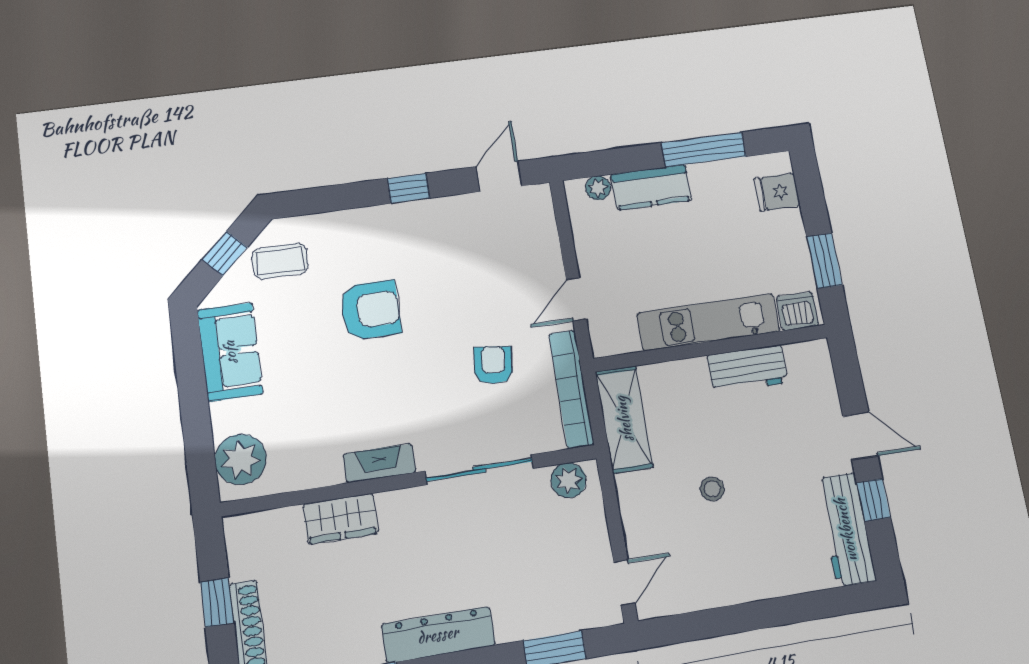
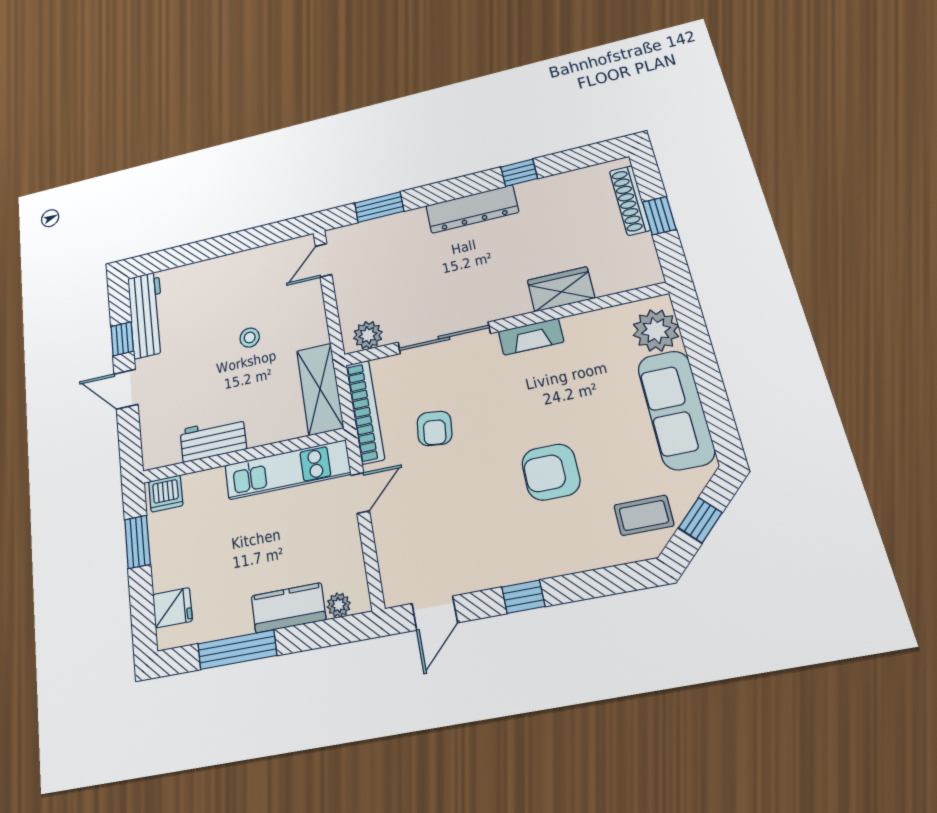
kitchen unit: (709, 322) -> (287, 470), moved
sofa: (230, 352) -> (676, 410), width x1.36

